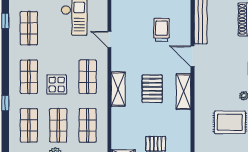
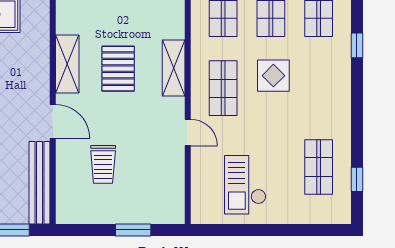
door: (109, 39) -> (188, 132), moved
shop shelf: (29, 77) -> (319, 88), removed

